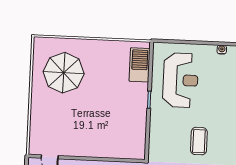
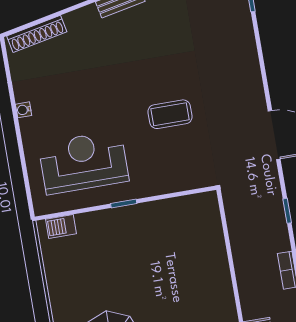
barbecue: (140, 65) -> (61, 226), width x0.53, depth x0.65

